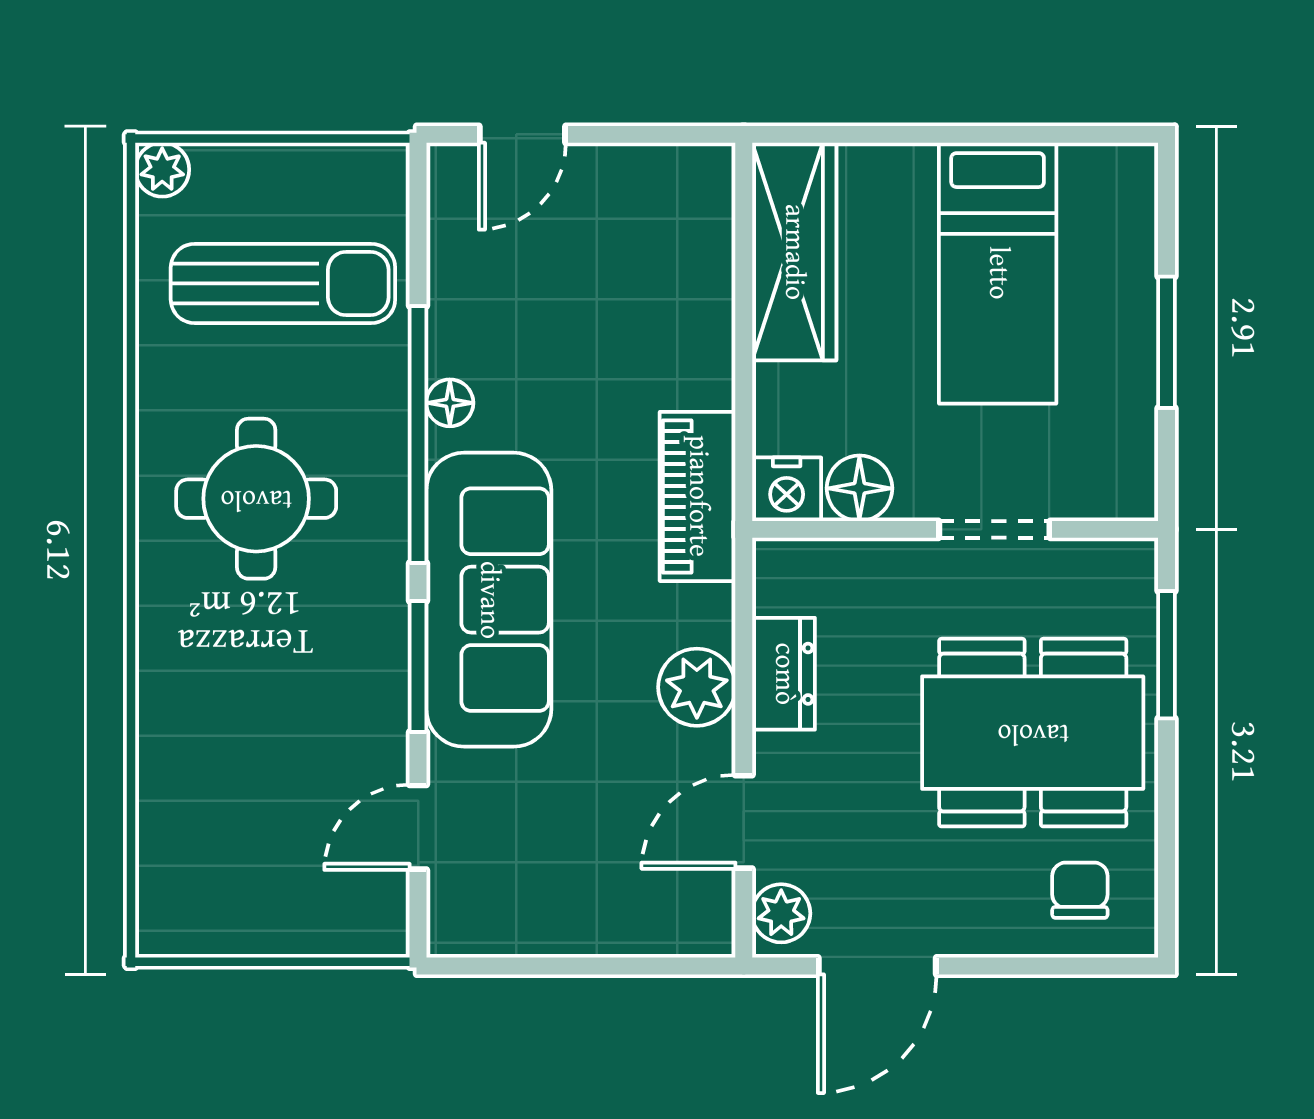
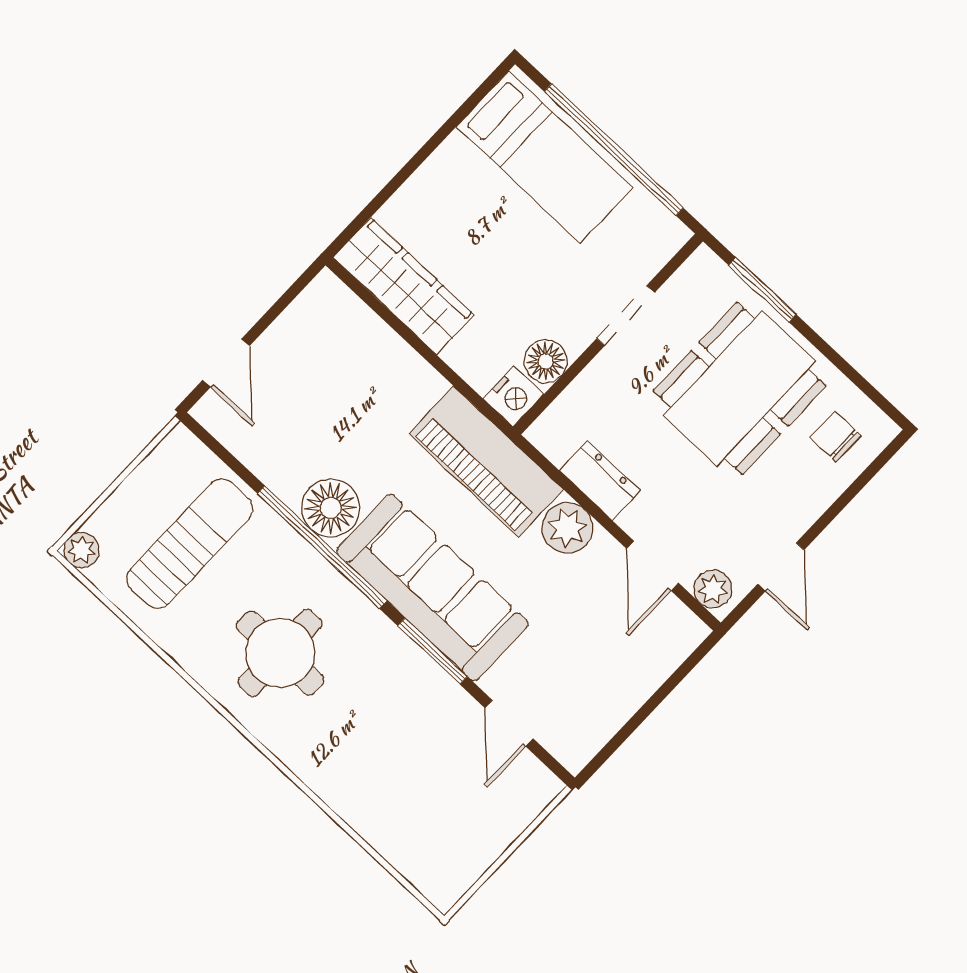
bed: (998, 273) -> (545, 157), moved
window: (1166, 342) -> (614, 150), width x2.11
floor lamp: (450, 403) -> (331, 508), width x1.89, depth x1.89
piano: (698, 496) -> (486, 462), width x1.37, depth x1.33
door: (877, 966) -> (781, 567), width x0.73

